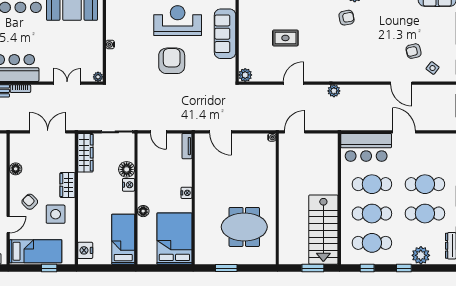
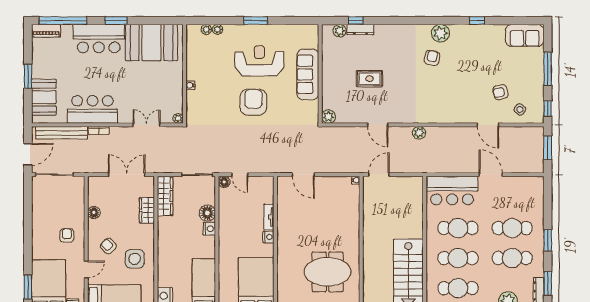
armchair: (347, 18) -> (432, 58), turned -67
door: (293, 83) -> (378, 125), swing flipped
tv unit: (187, 146) -> (269, 217), moved
wardrobe: (68, 185) -> (147, 210), moved
floor lamp: (143, 211) -> (224, 182), moved

